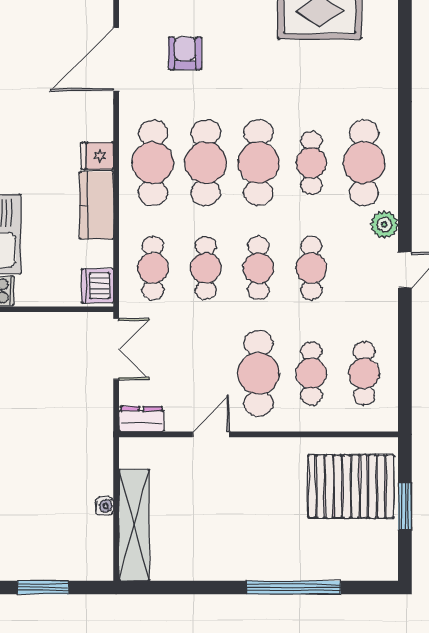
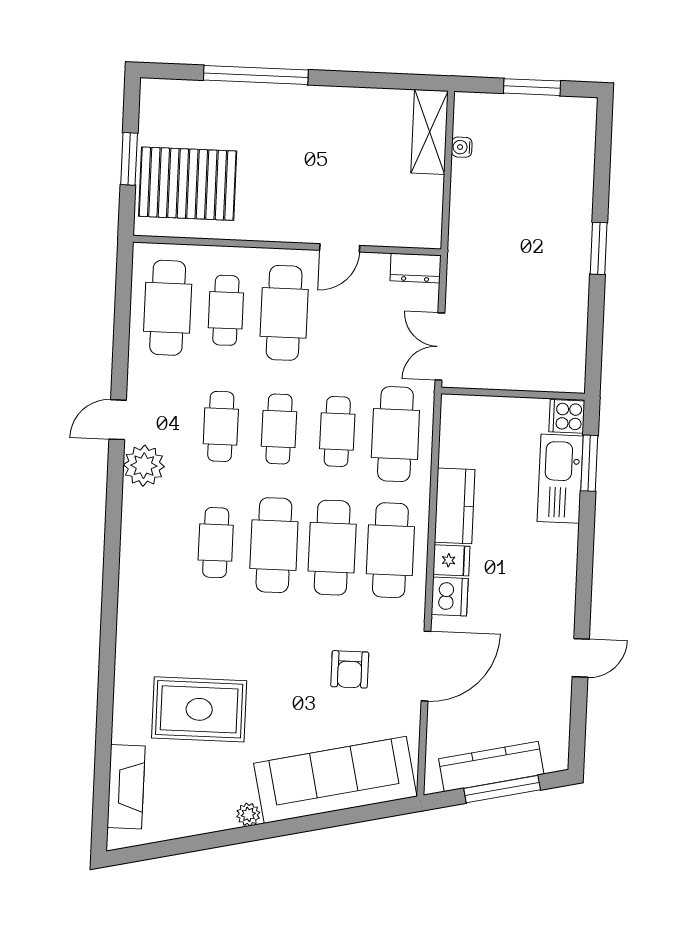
cafe table: (364, 163) -> (157, 540), removed
plant: (384, 224) -> (144, 466), width x1.36, depth x1.36
cafe table: (153, 268) -> (395, 434), width x1.37, depth x1.35
dishwasher: (97, 286) -> (450, 597), moved
cafe table: (364, 373) -> (168, 308), width x1.37, depth x1.35
water cooler: (104, 506) -> (462, 147), moved
shelving: (134, 525) -> (430, 132), width x0.68

